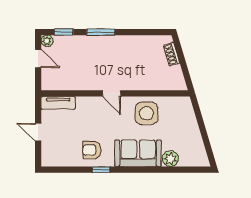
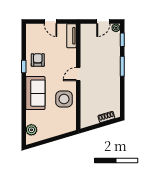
door: (38, 132) -> (50, 21), swing flipped
plant: (170, 159) -> (31, 130), moved

